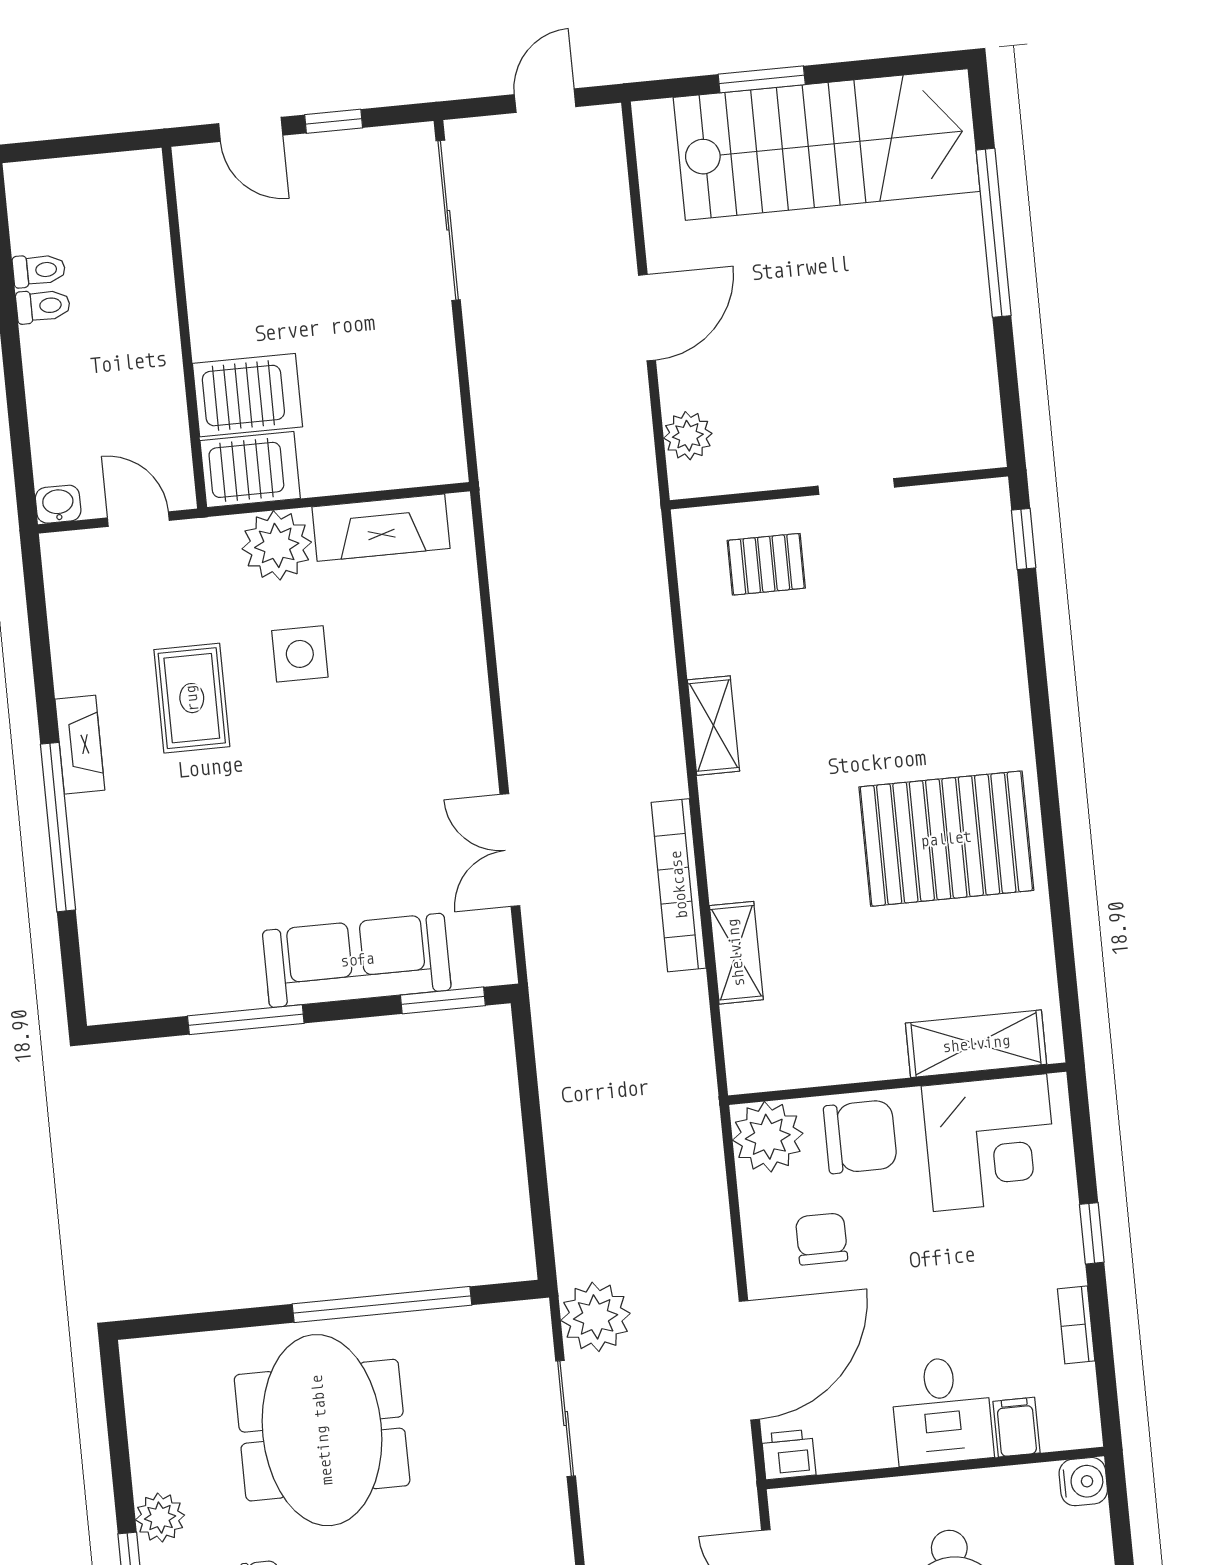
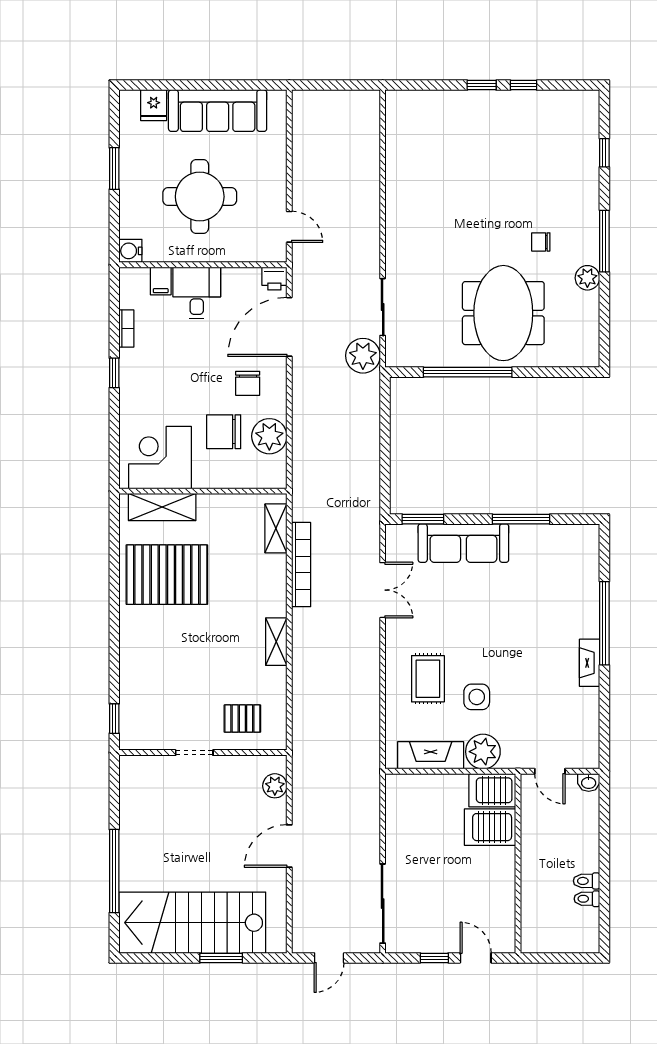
rug: (192, 698) -> (428, 679), moved
shelving: (976, 1044) -> (162, 507), moved
wall: (897, 1084) -> (203, 491), moved
corner desk: (990, 1143) -> (160, 458), moved

